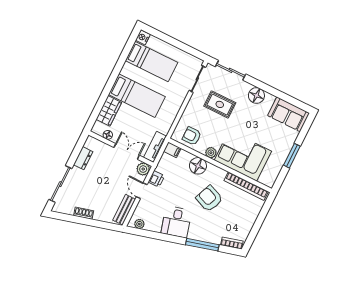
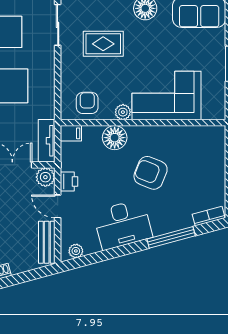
armchair: (192, 136) -> (87, 103), turned 90
bookcase: (246, 186) -> (190, 133), removed
desk: (176, 222) -> (123, 224), width x1.37

